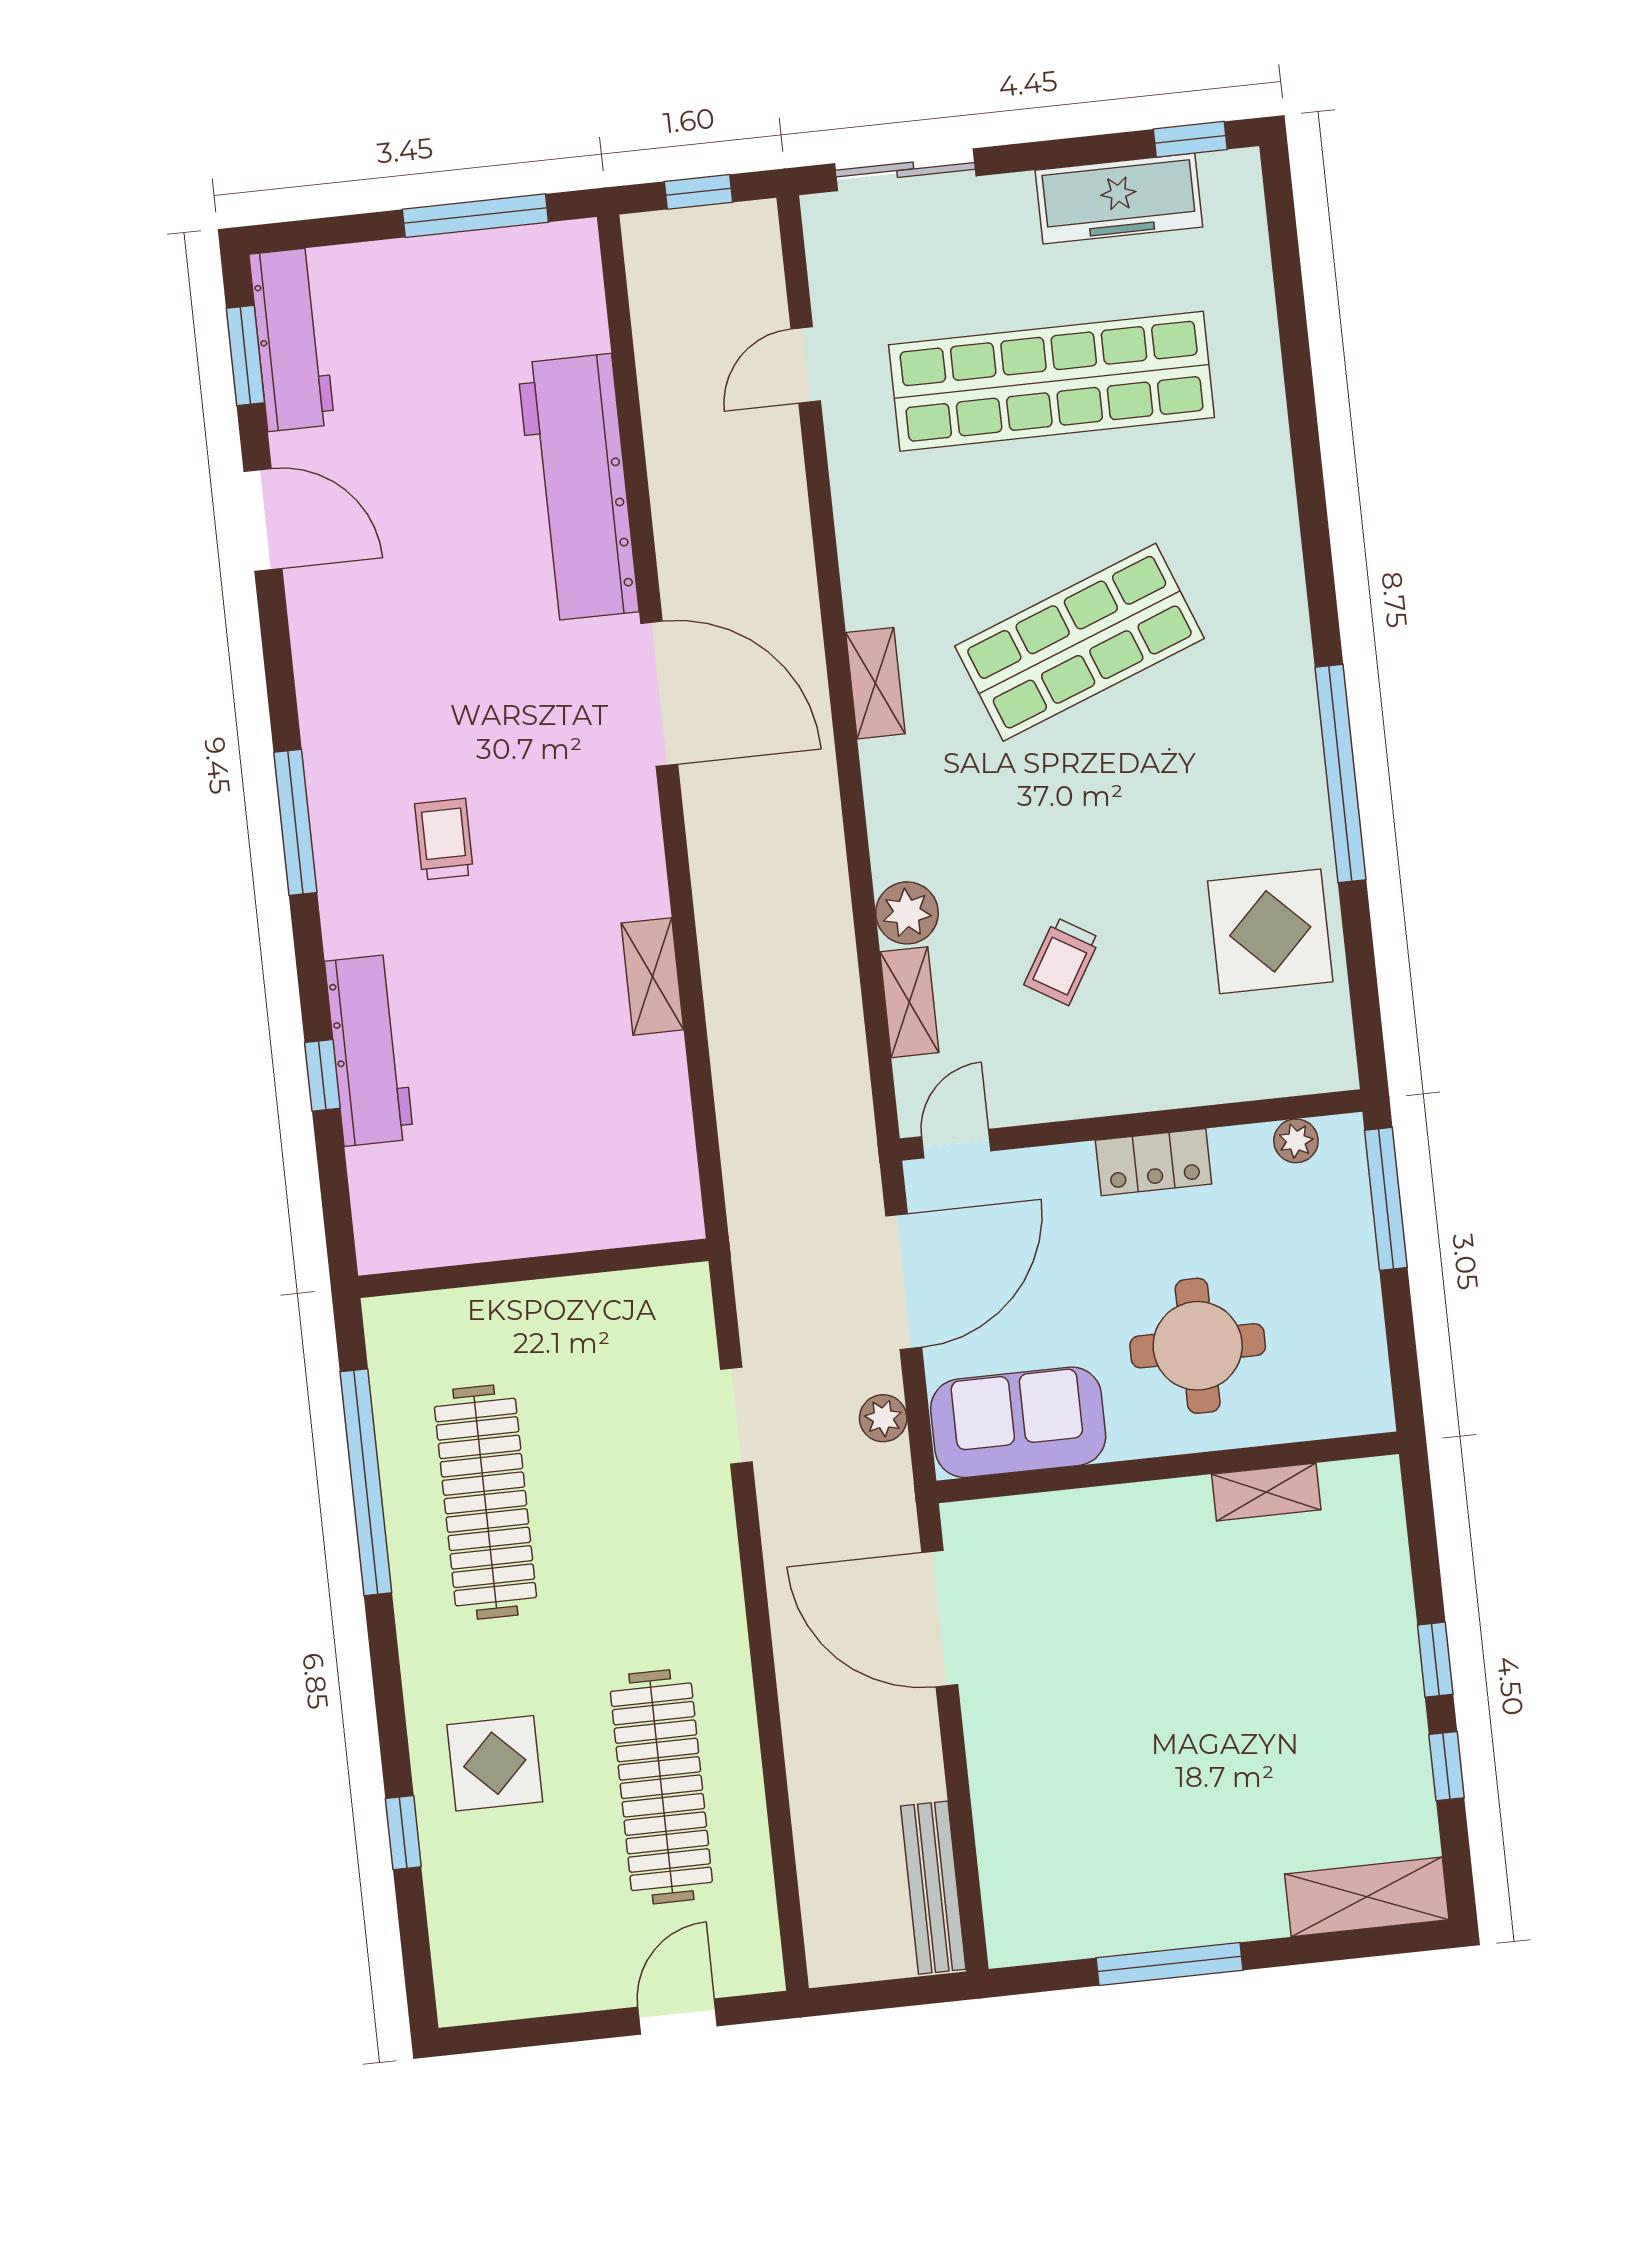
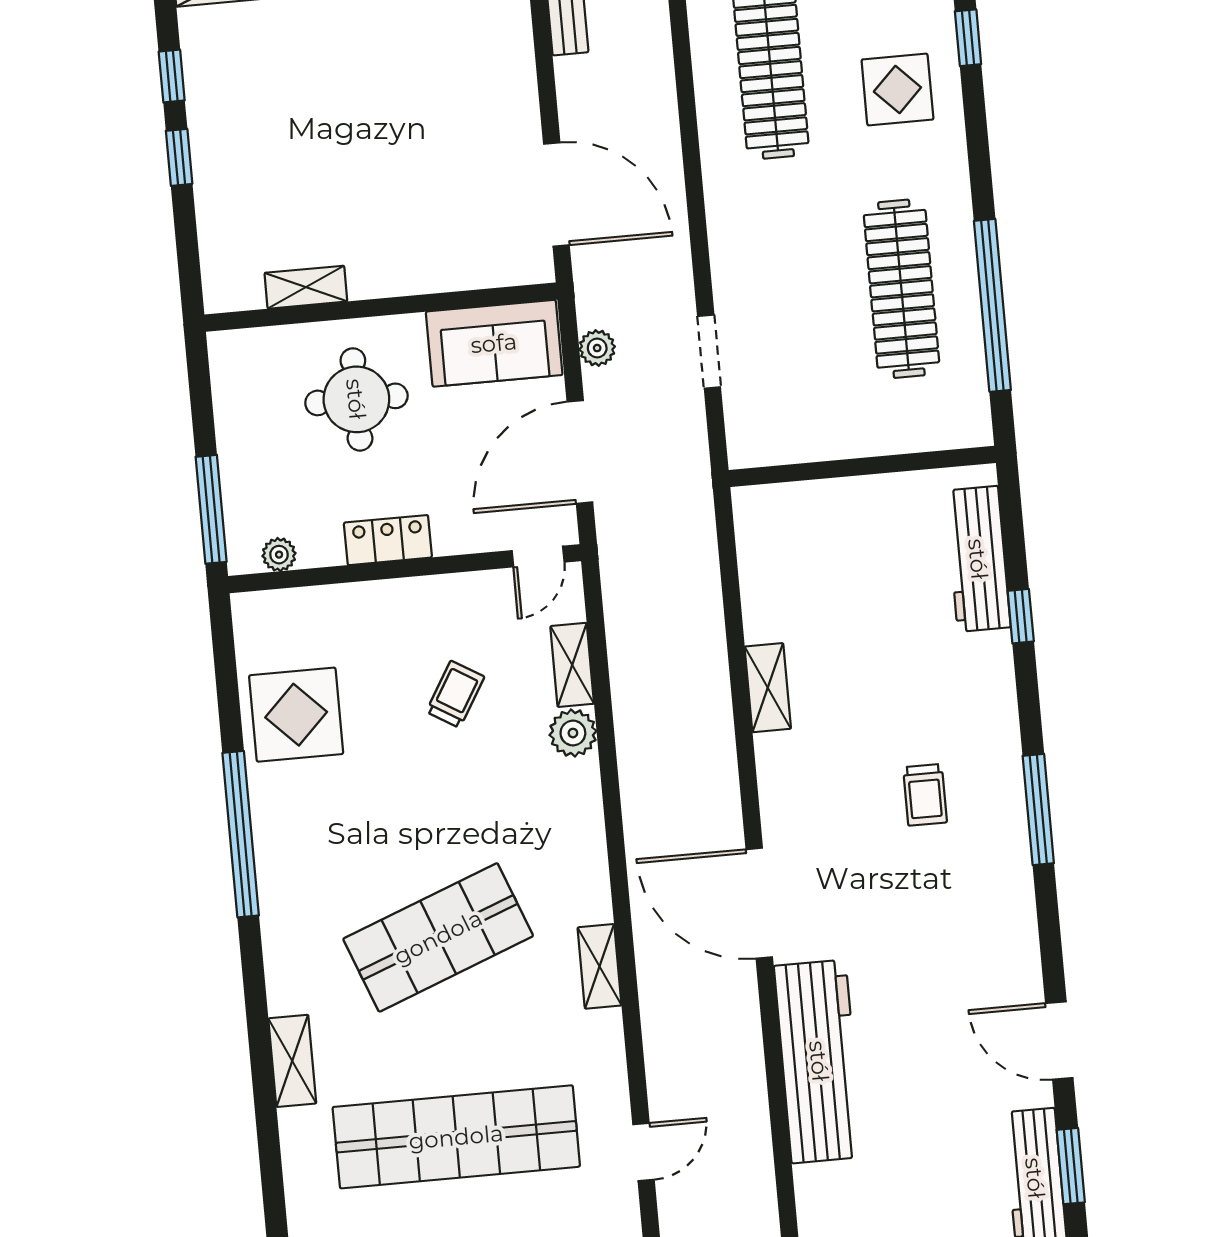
shelving: (1268, 477) -> (292, 1061), added
shelving: (875, 683) -> (600, 966), moved
workbench: (369, 1050) -> (978, 559), moved

